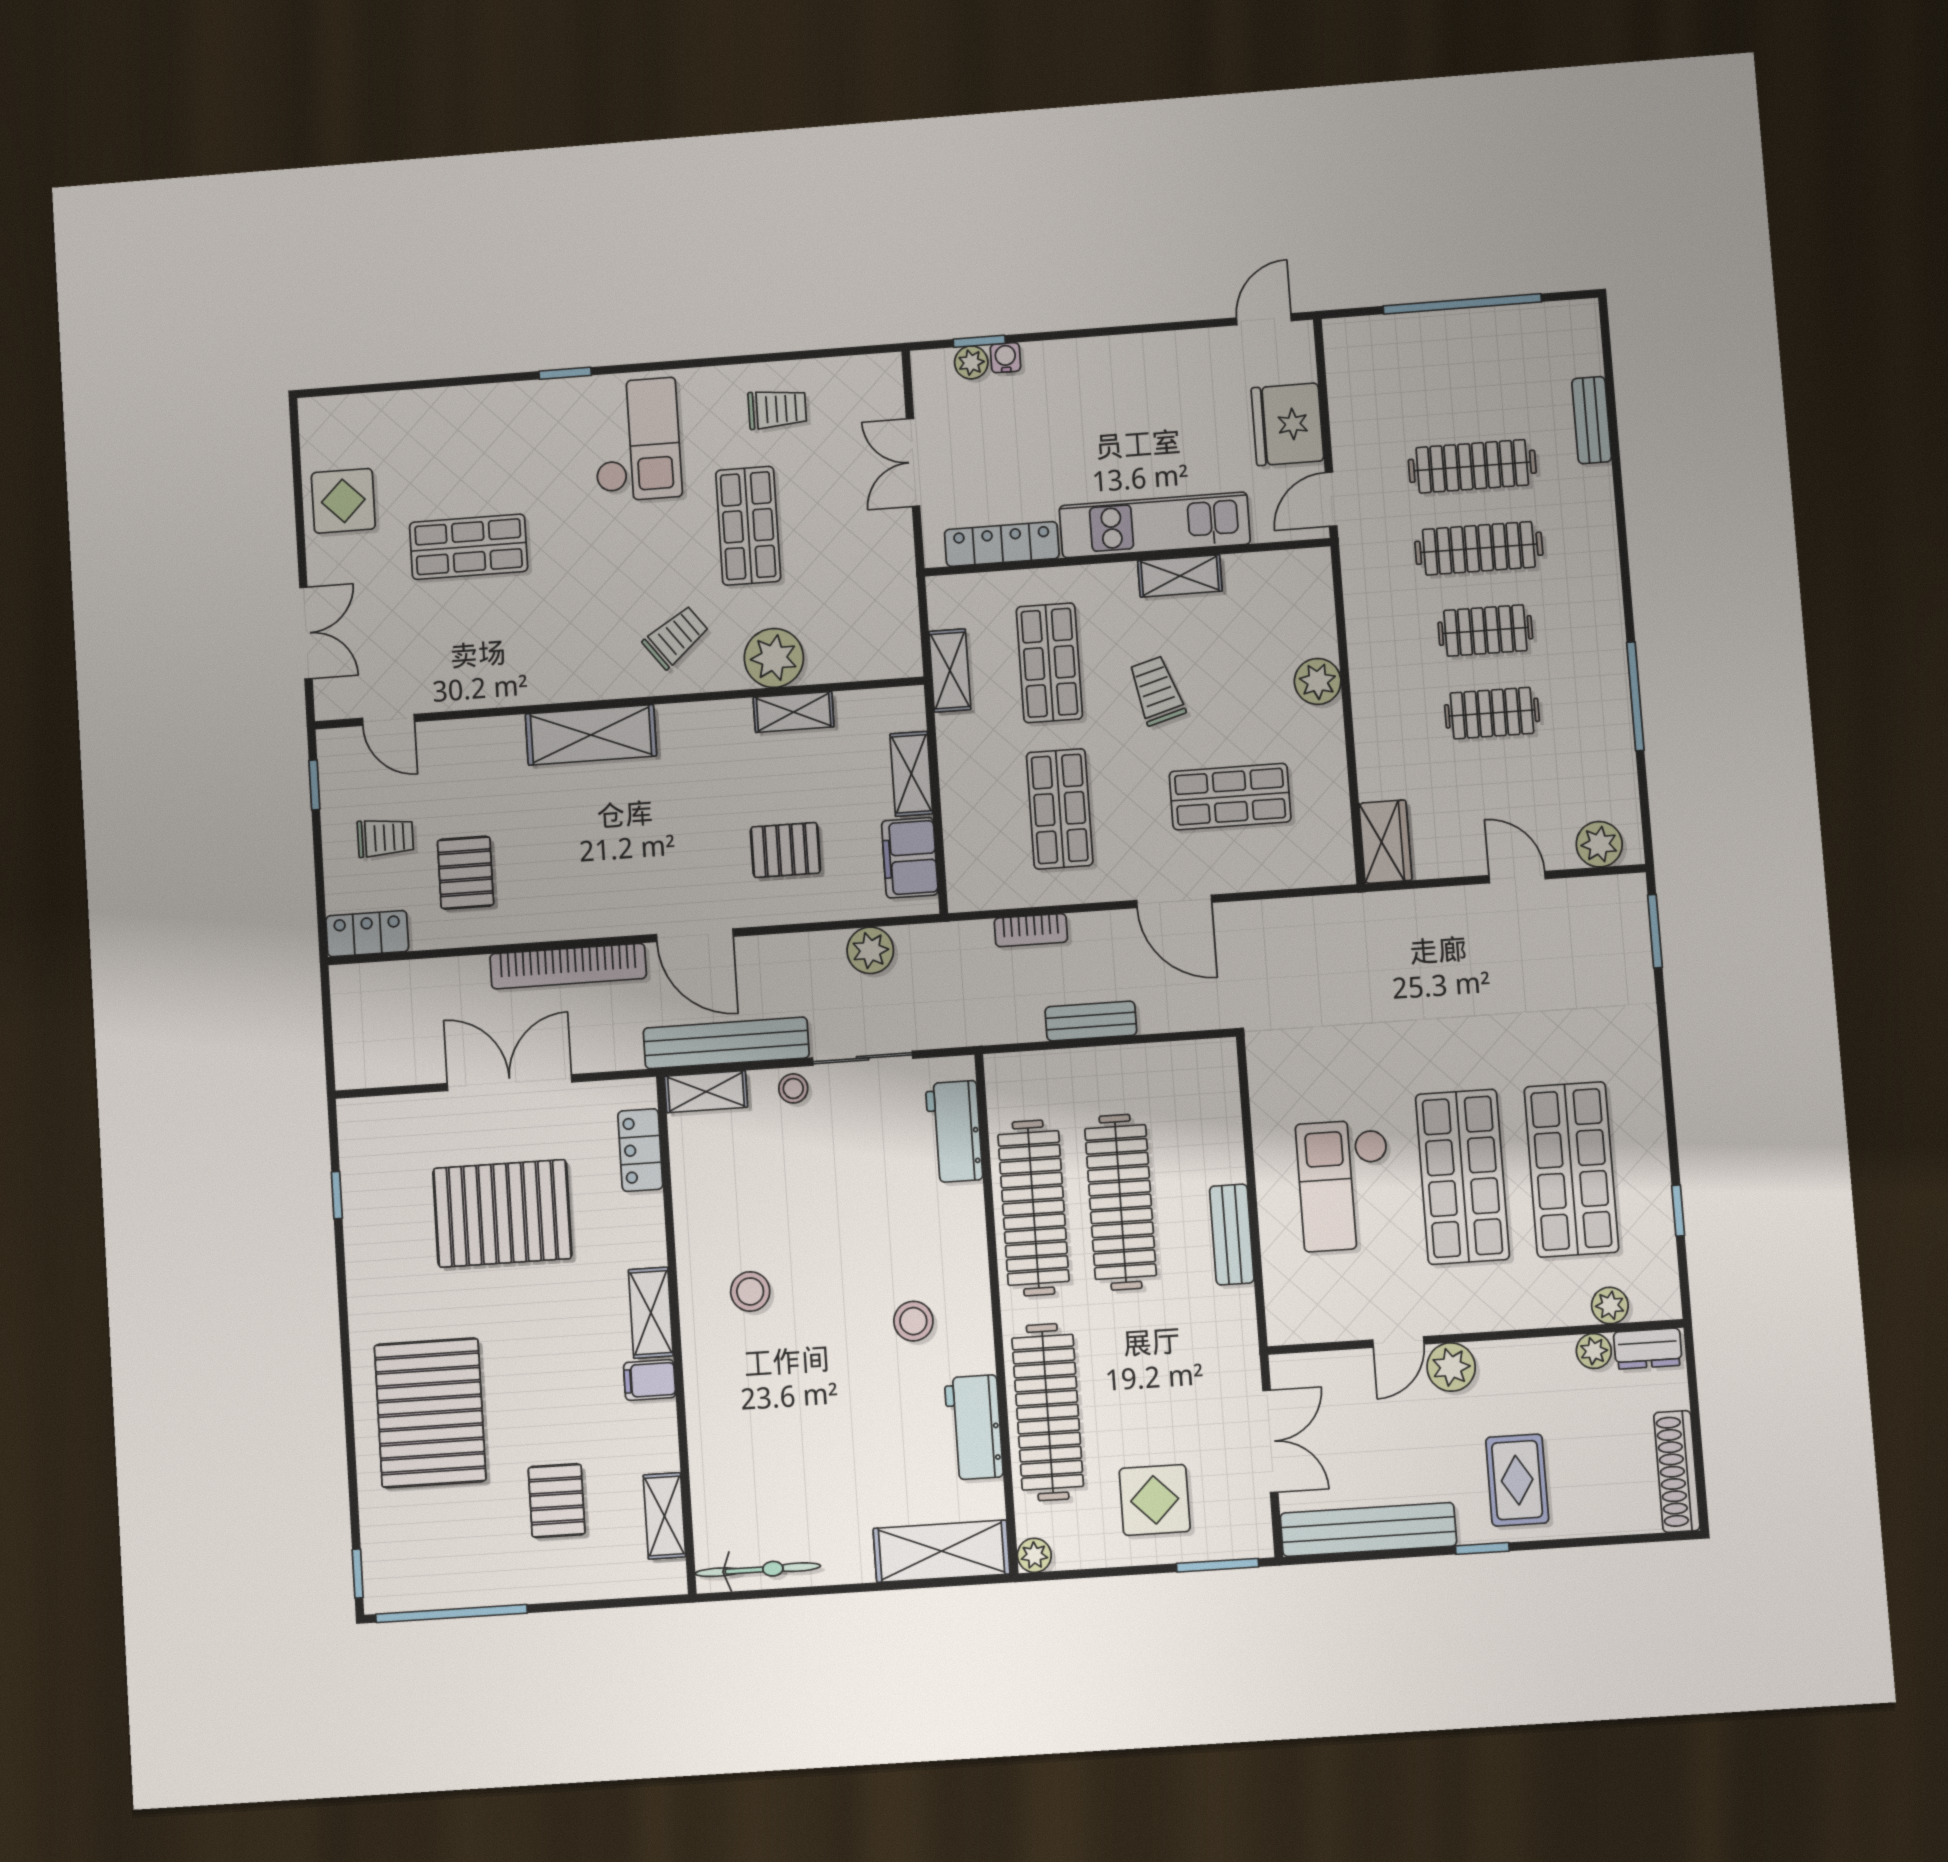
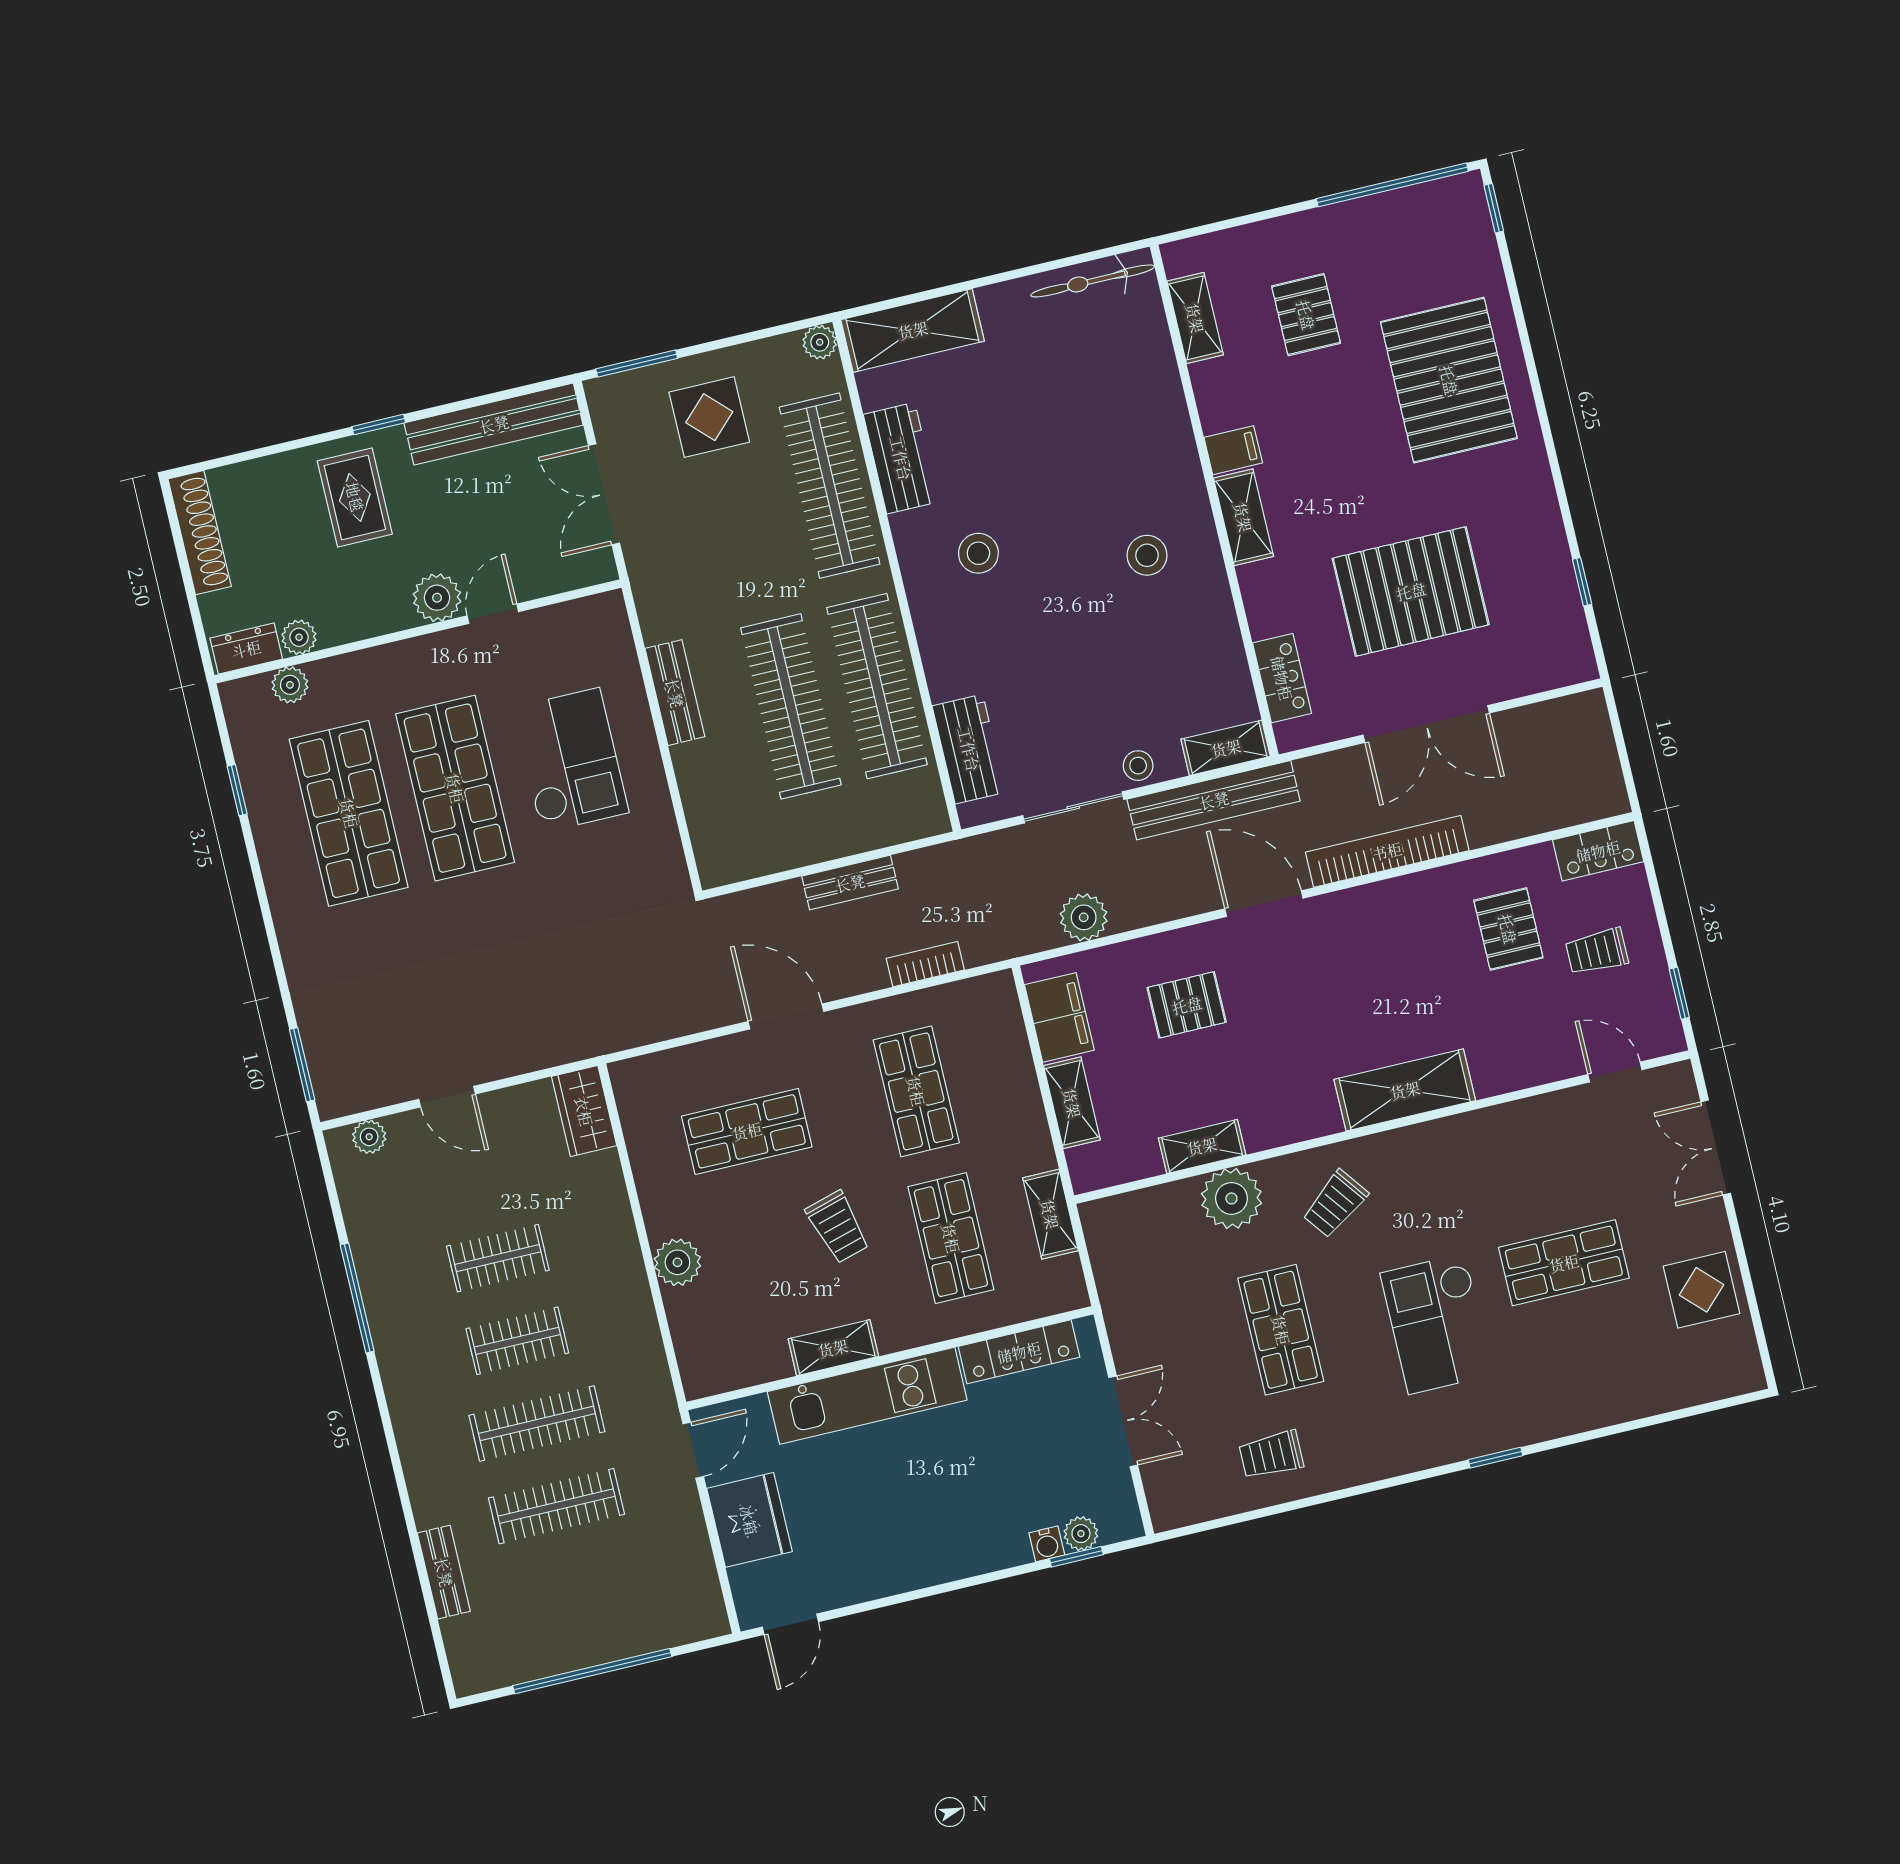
checkout: (637, 440) -> (1437, 1324), moved
plant: (1599, 844) -> (369, 1137), width x0.73, depth x0.73

